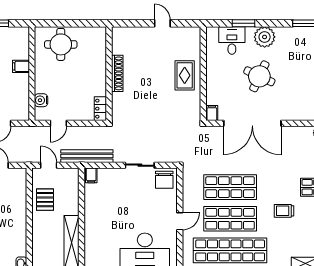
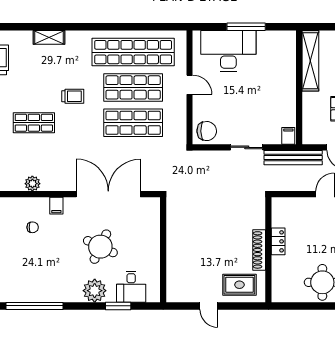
rug: (185, 75) -> (239, 285), moved, turned 90
locker: (100, 109) -> (278, 241), moved
filing cabinet: (212, 113) -> (56, 206), moved
sliding door: (140, 165) -> (247, 147), moved
chair: (164, 180) -> (207, 131), turned 89
door: (180, 221) -> (189, 85), swing flipped

